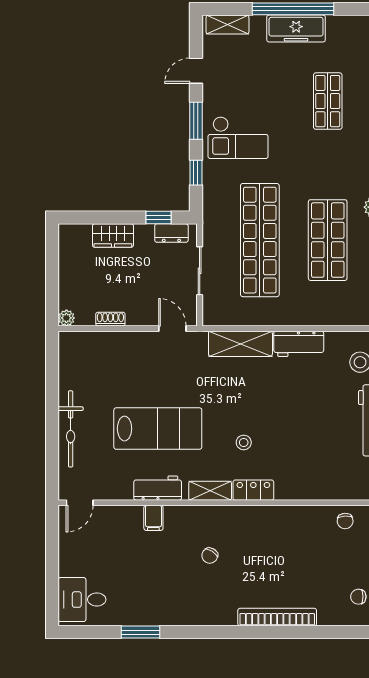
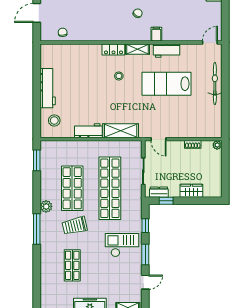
trolley: (323, 173) -> (75, 226), added
filing cabinet: (153, 518) -> (156, 34), moved

